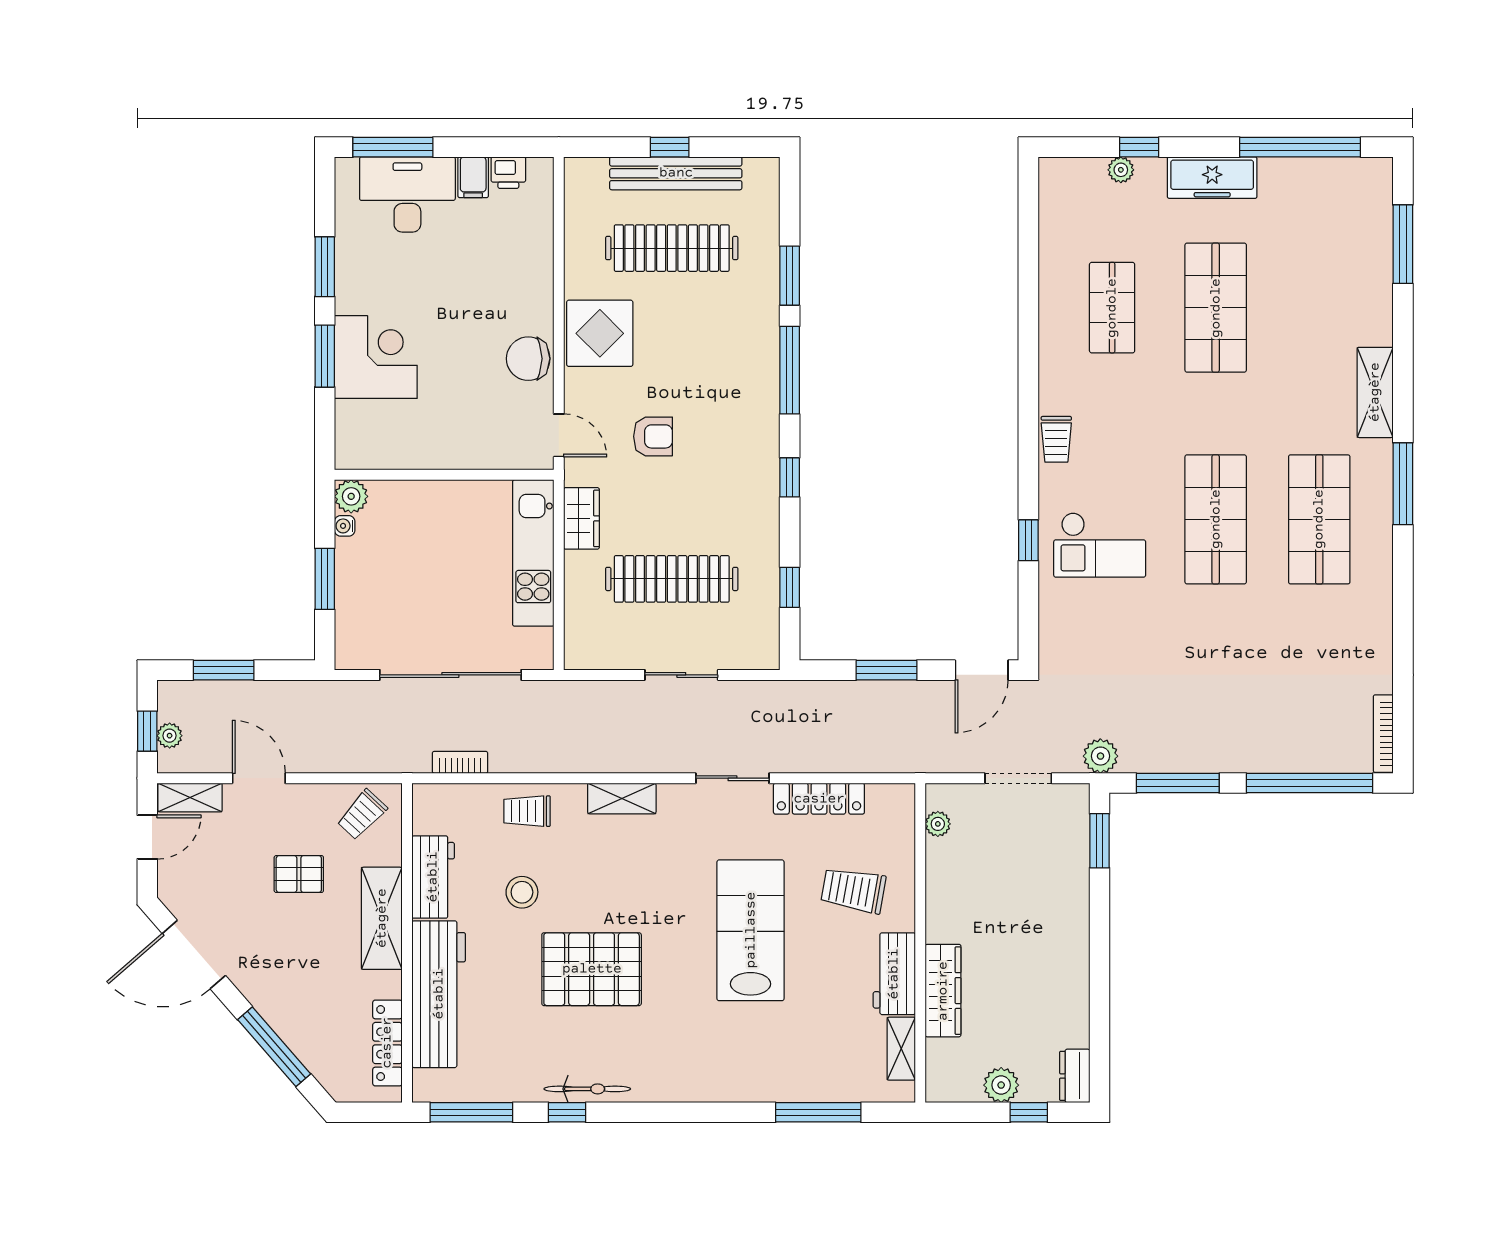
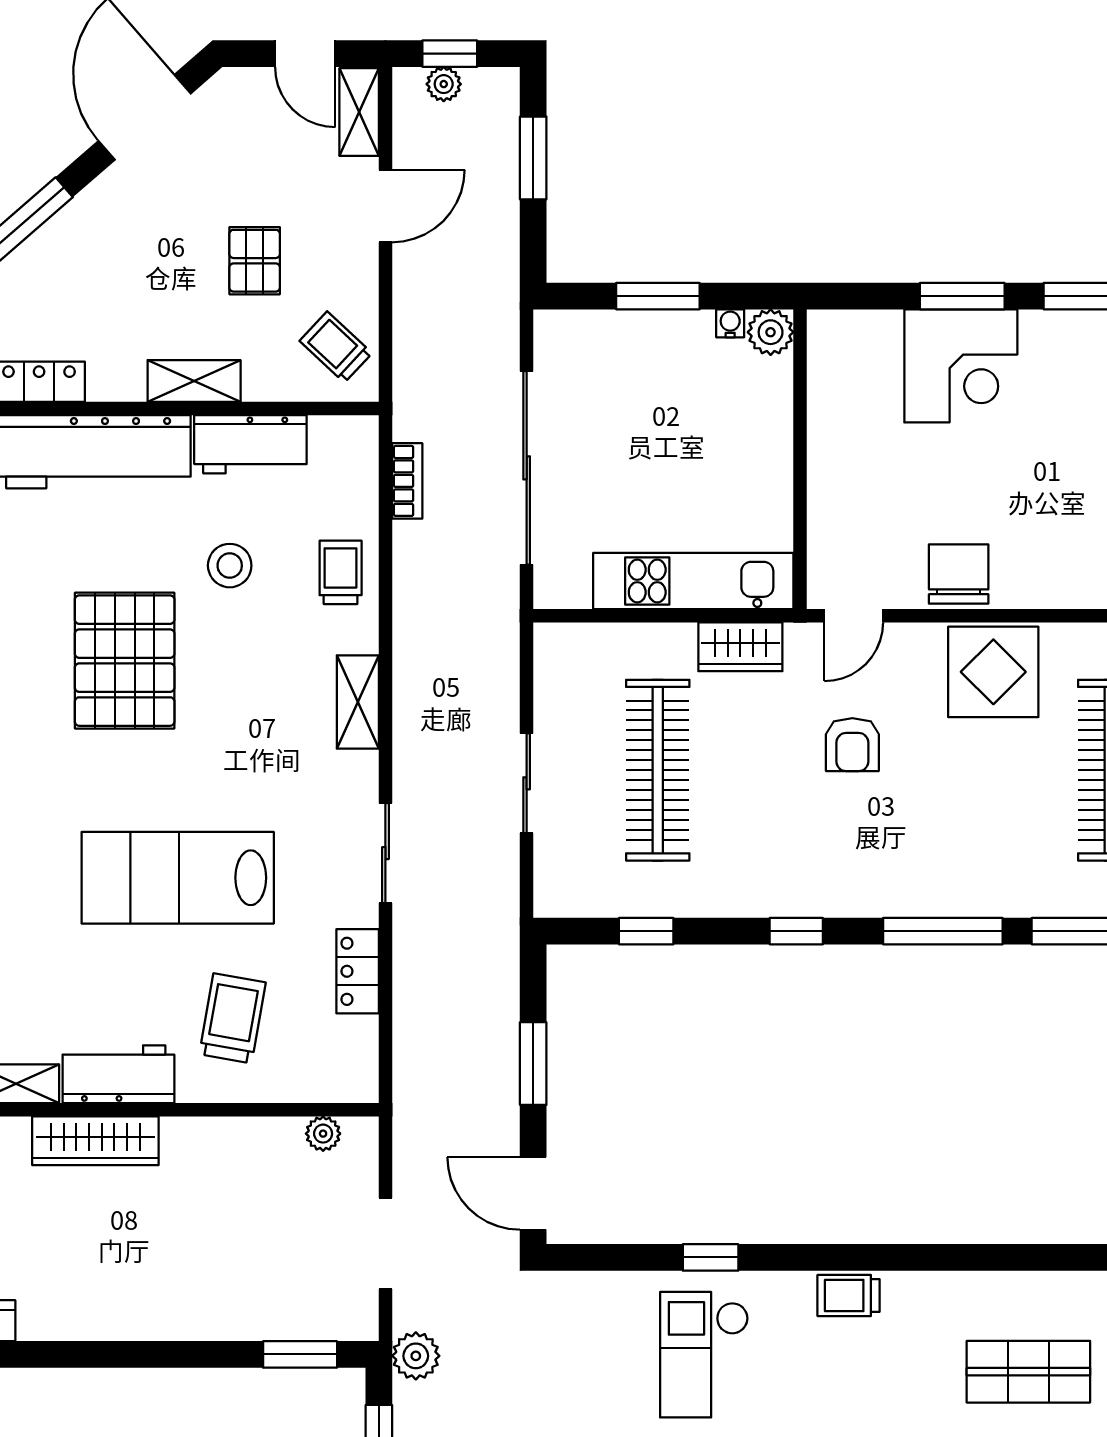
locker: (819, 799) -> (358, 971), width x0.66
shelving: (382, 918) -> (194, 381), width x0.67, depth x0.75
lab bench: (751, 930) -> (178, 878), turned 180

